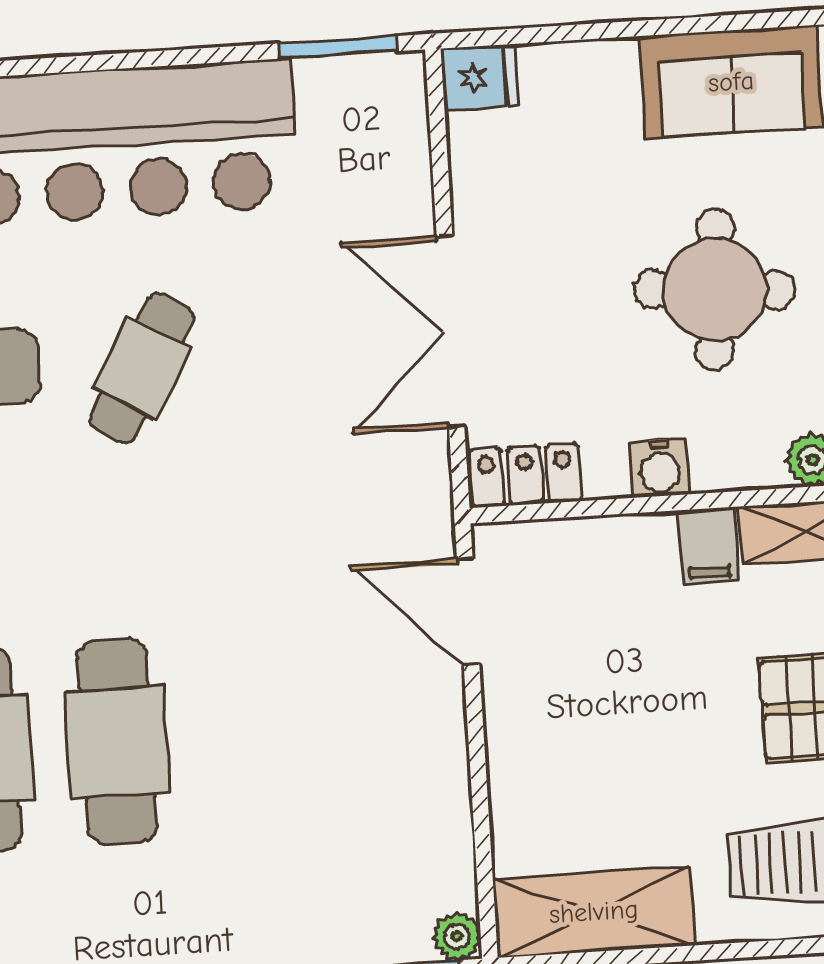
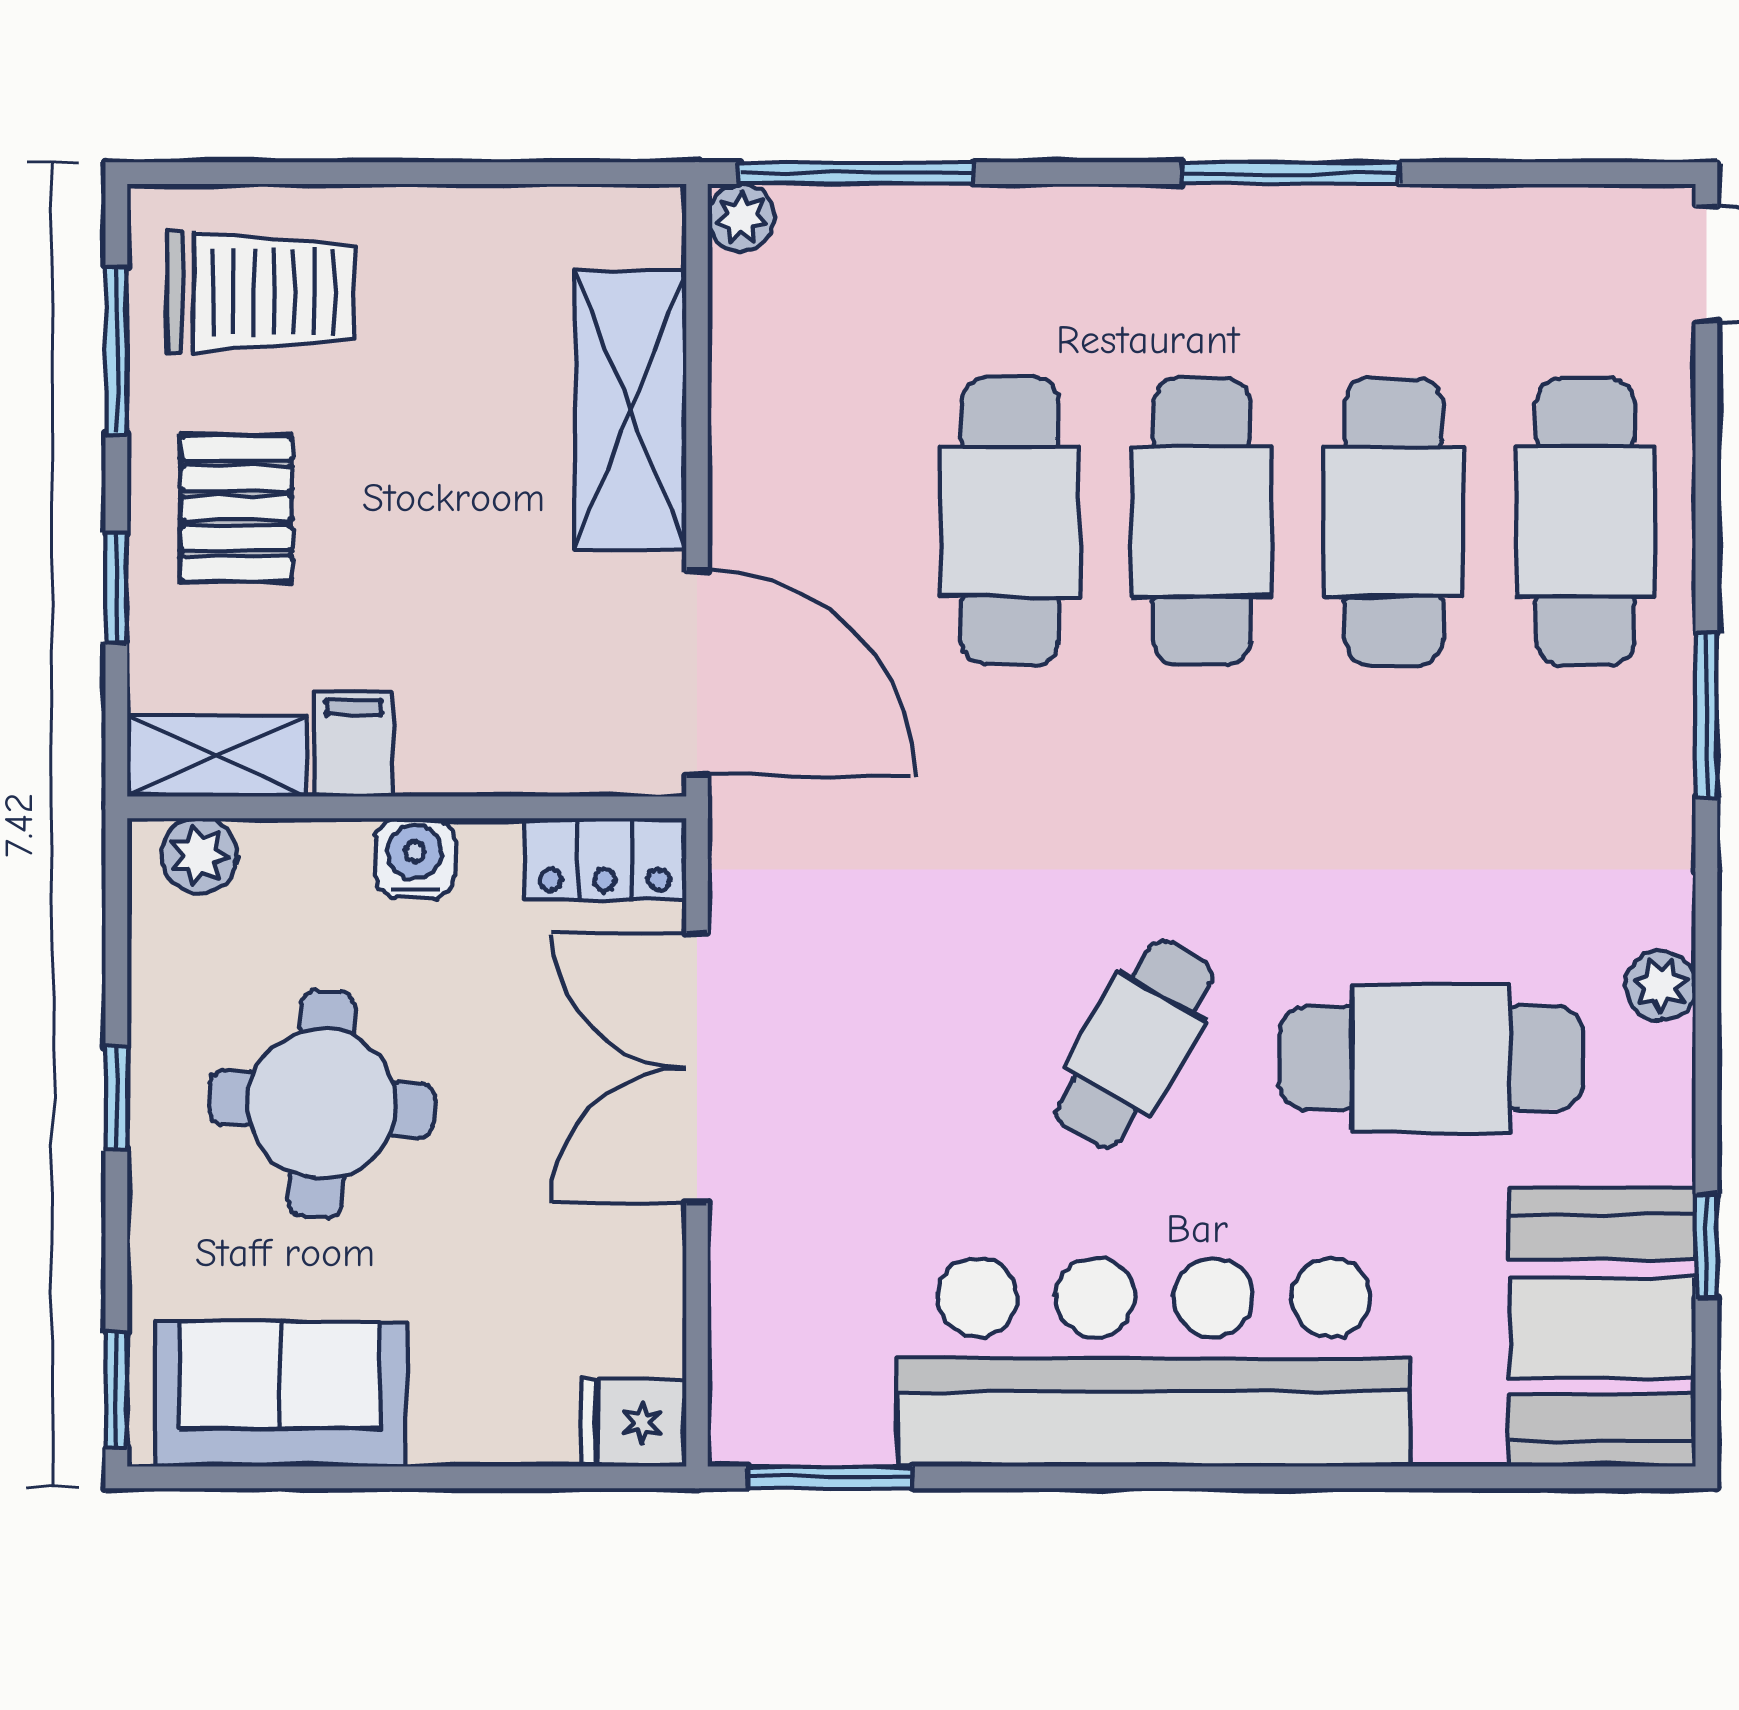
double door: (451, 332) -> (697, 1068), swing flipped
door: (468, 612) -> (697, 673), width x1.36
cafe table: (253, 733) -> (1010, 522), added
shelving: (594, 912) -> (630, 410), moved, turned 90

